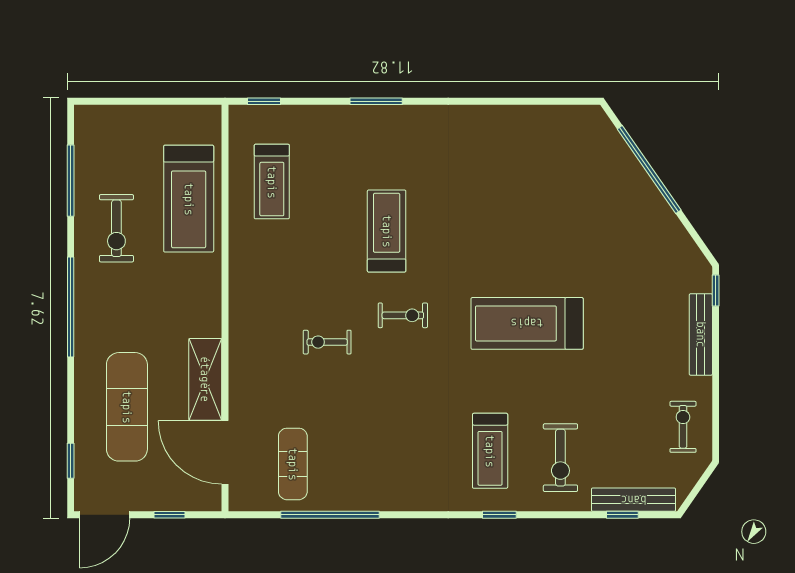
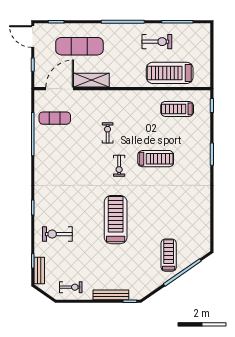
exercise bike: (116, 228) -> (157, 42), turned 180
treadmill: (490, 451) -> (169, 255), moved, turned 90
bench: (634, 500) -> (39, 271), width x0.73

